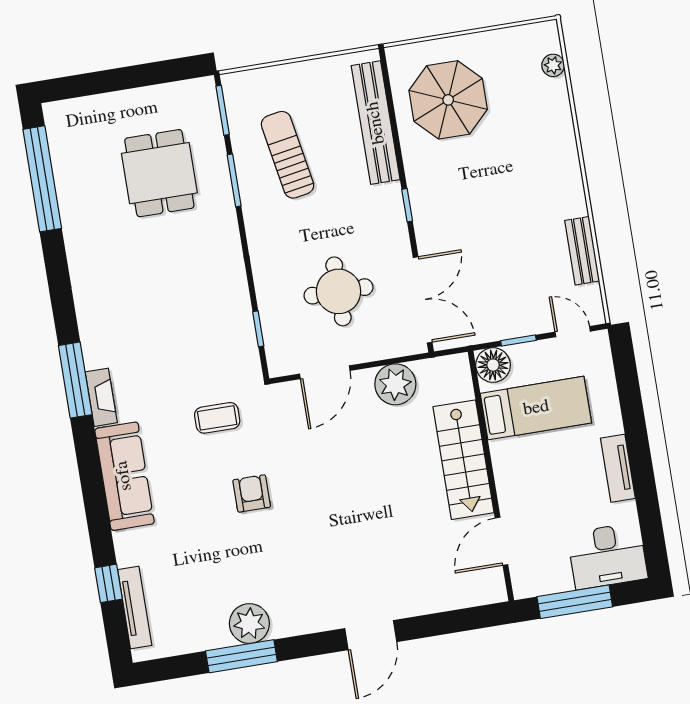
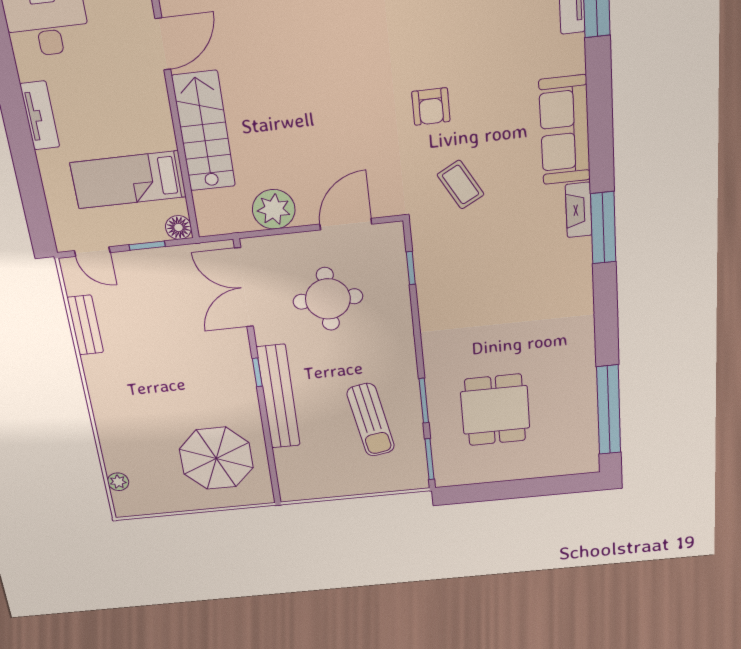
bench: (376, 123) -> (278, 397), moved
floor lamp: (493, 365) -> (178, 227), width x0.73, depth x0.73
coffee table: (217, 418) -> (461, 185), turned 61

